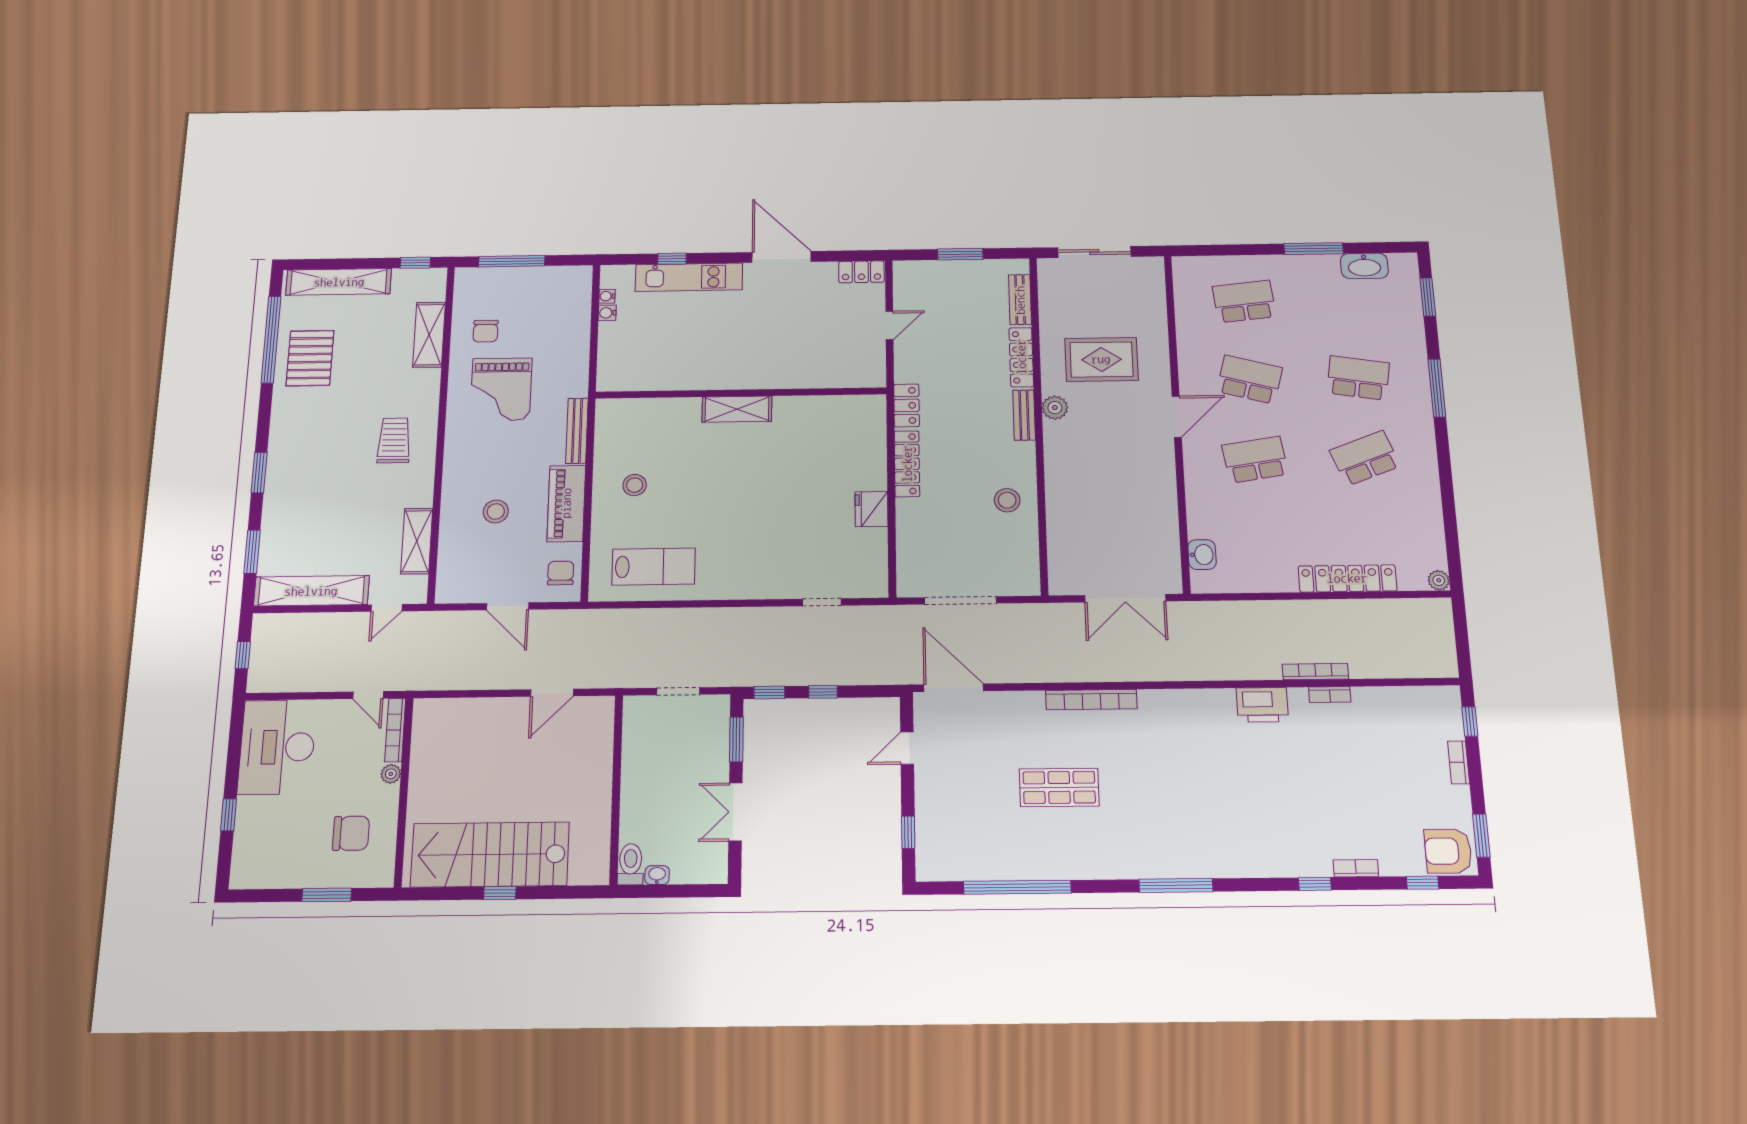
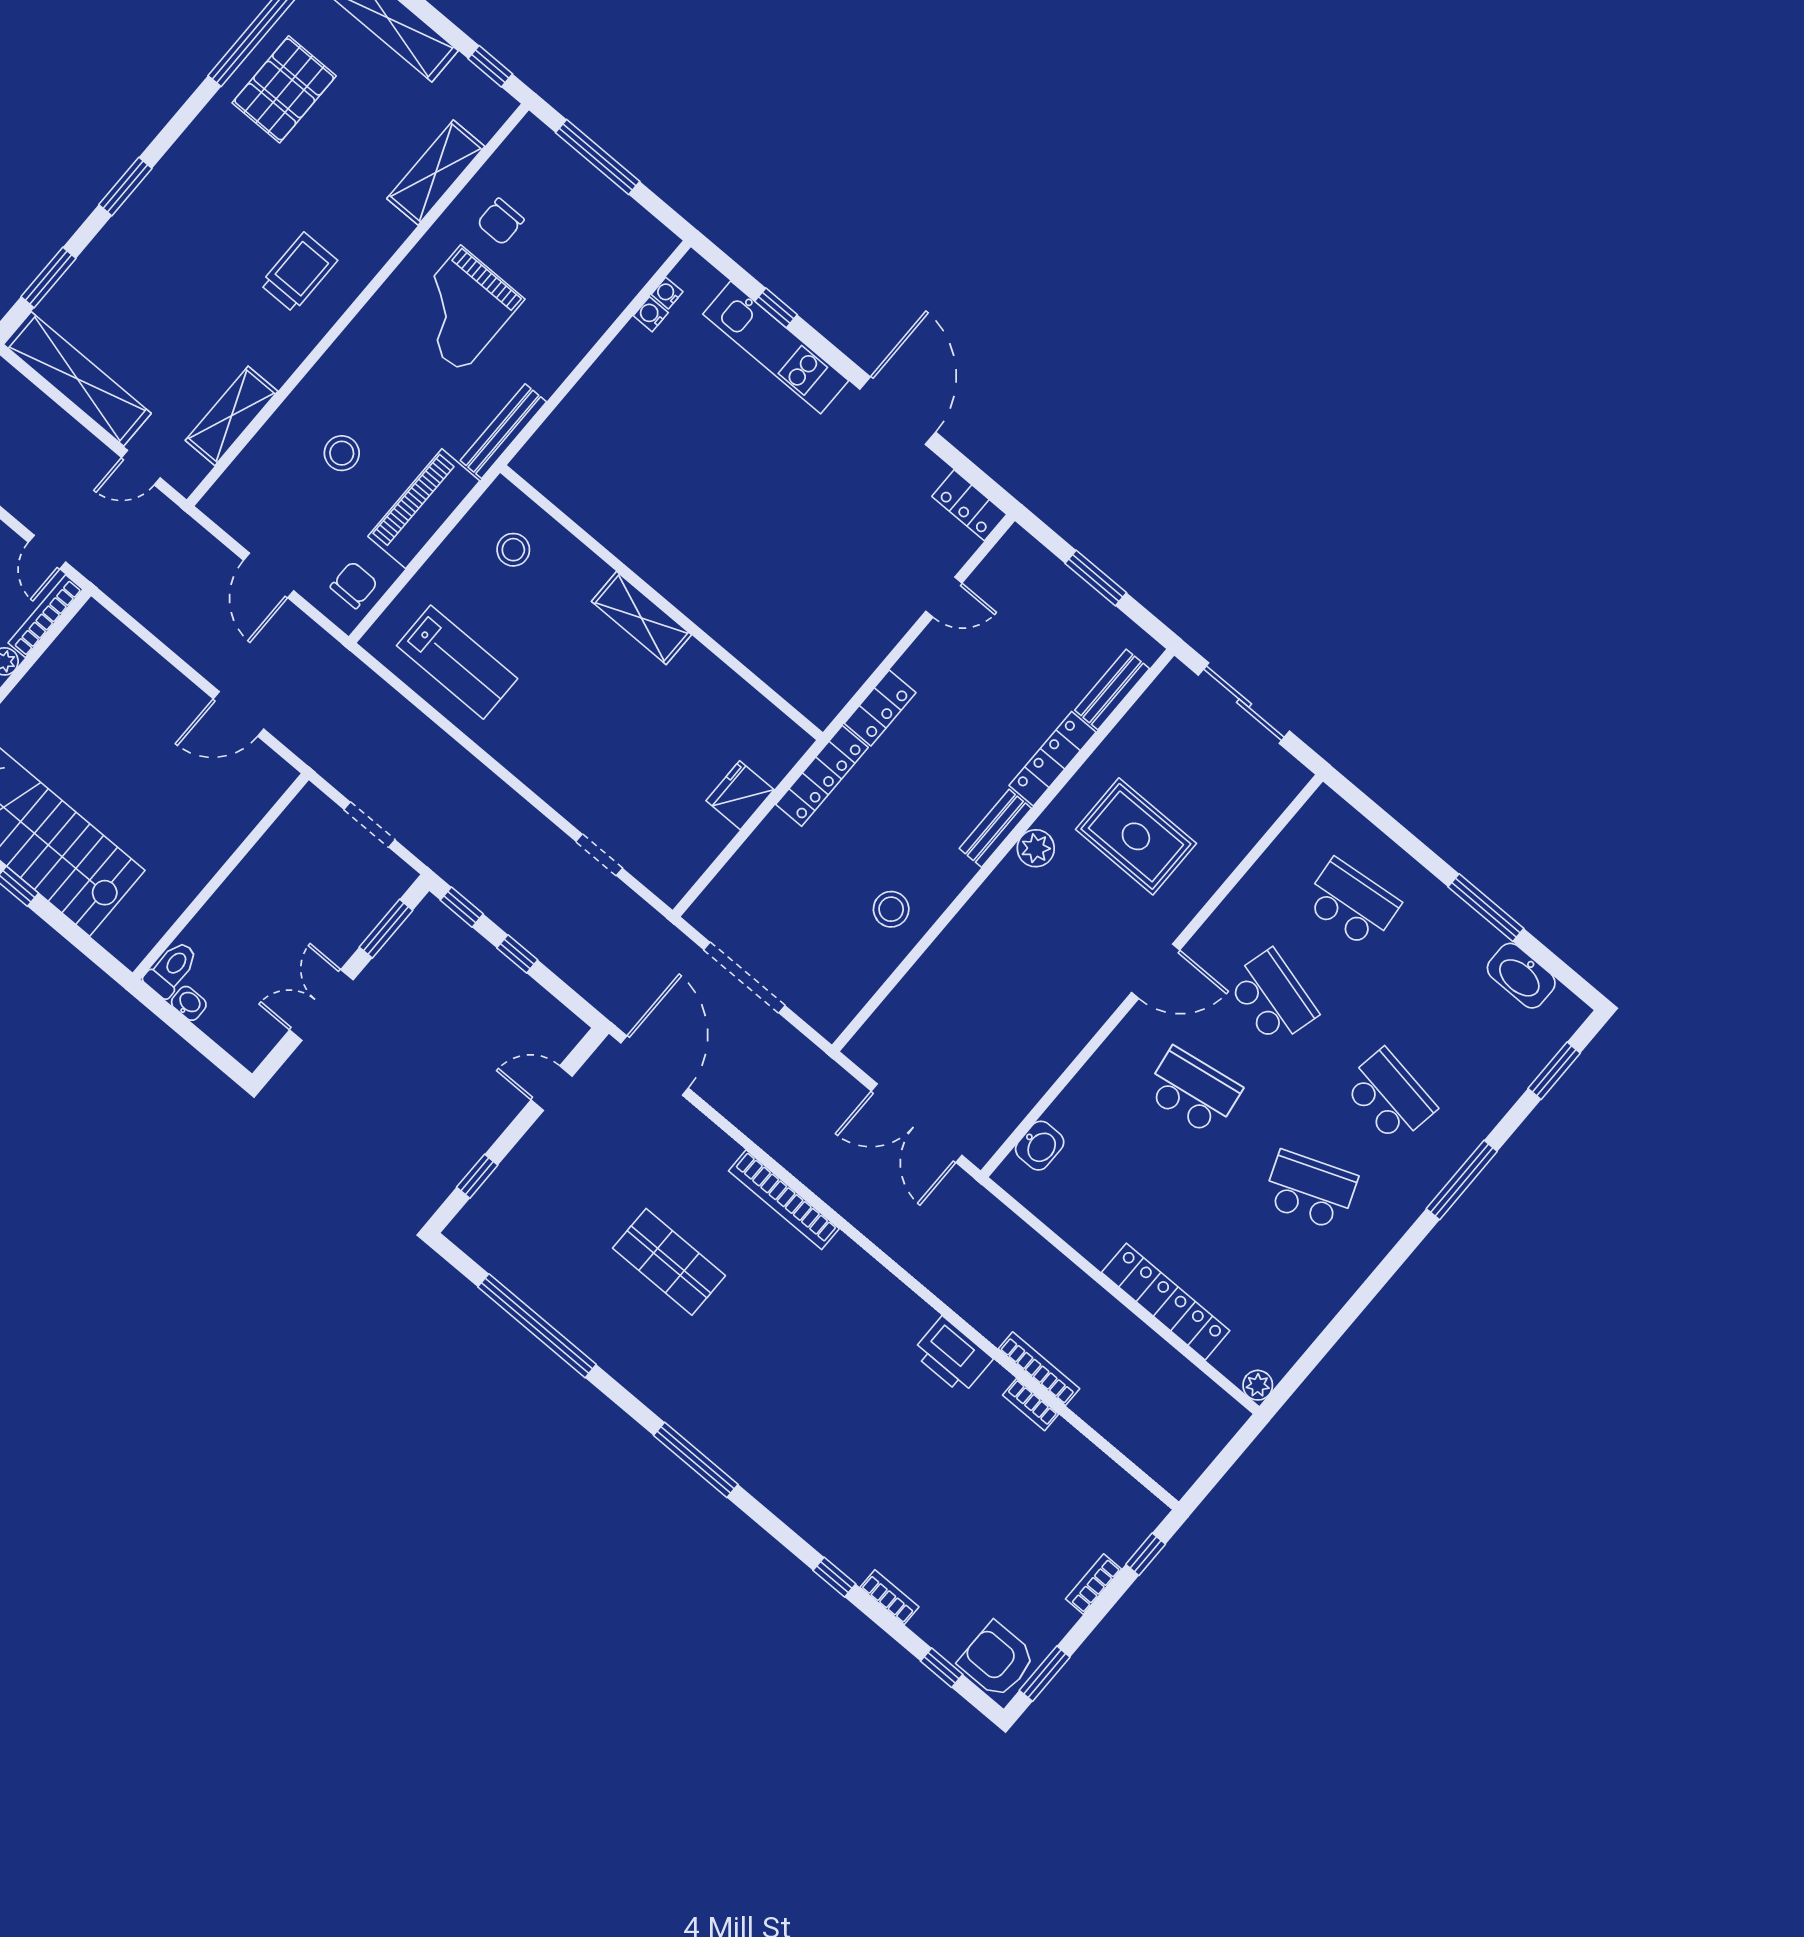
wall: (741, 393) -> (662, 603), moved
shelving: (737, 409) -> (641, 618), moved

